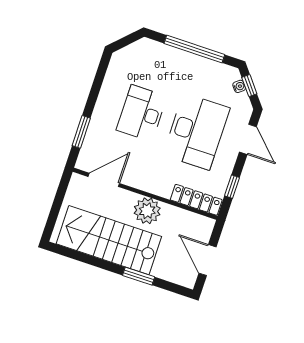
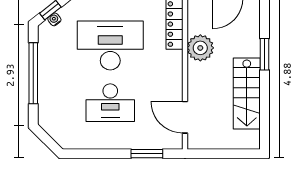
plant: (147, 211) -> (200, 48), moved
stairs: (109, 240) -> (247, 94), width x0.73, depth x0.66

